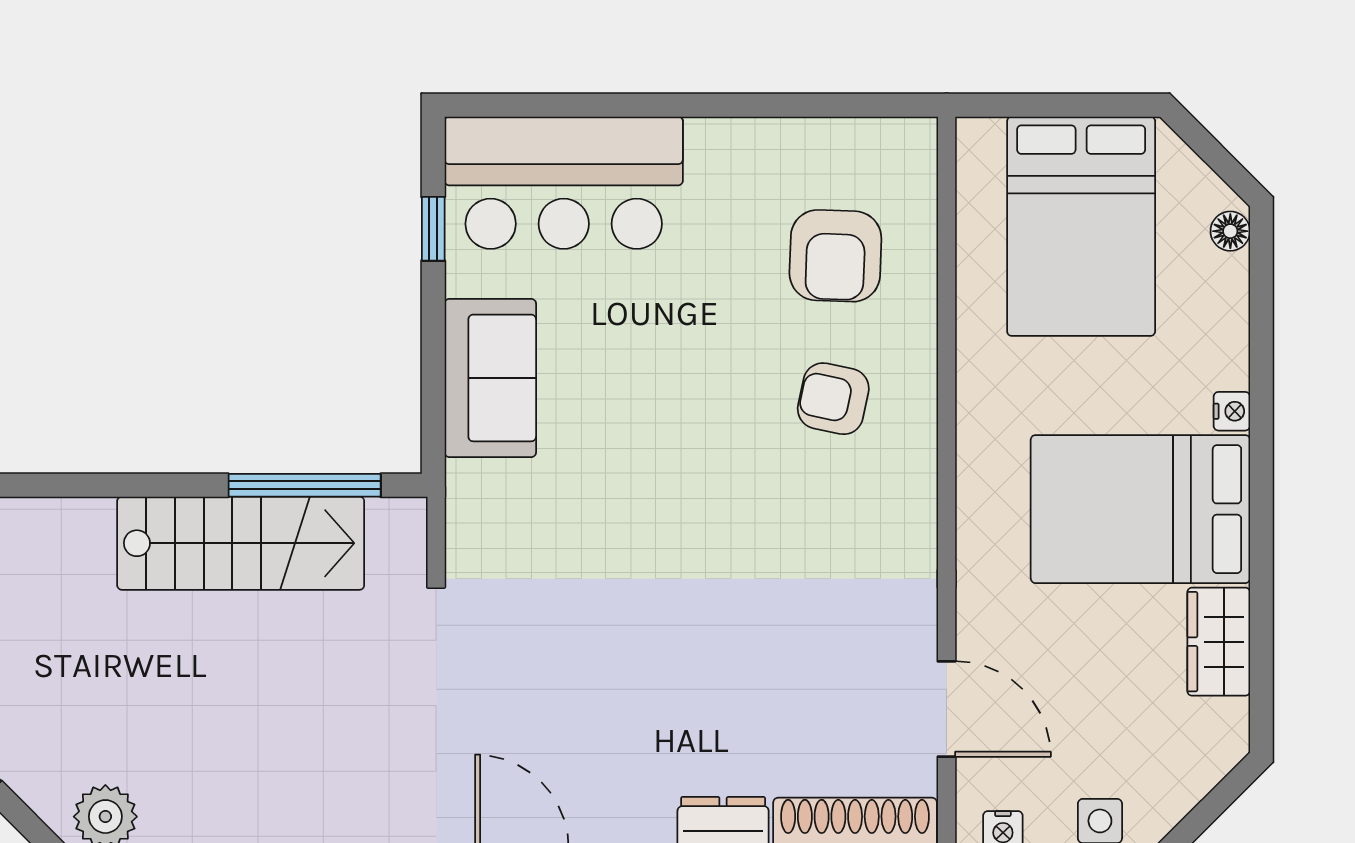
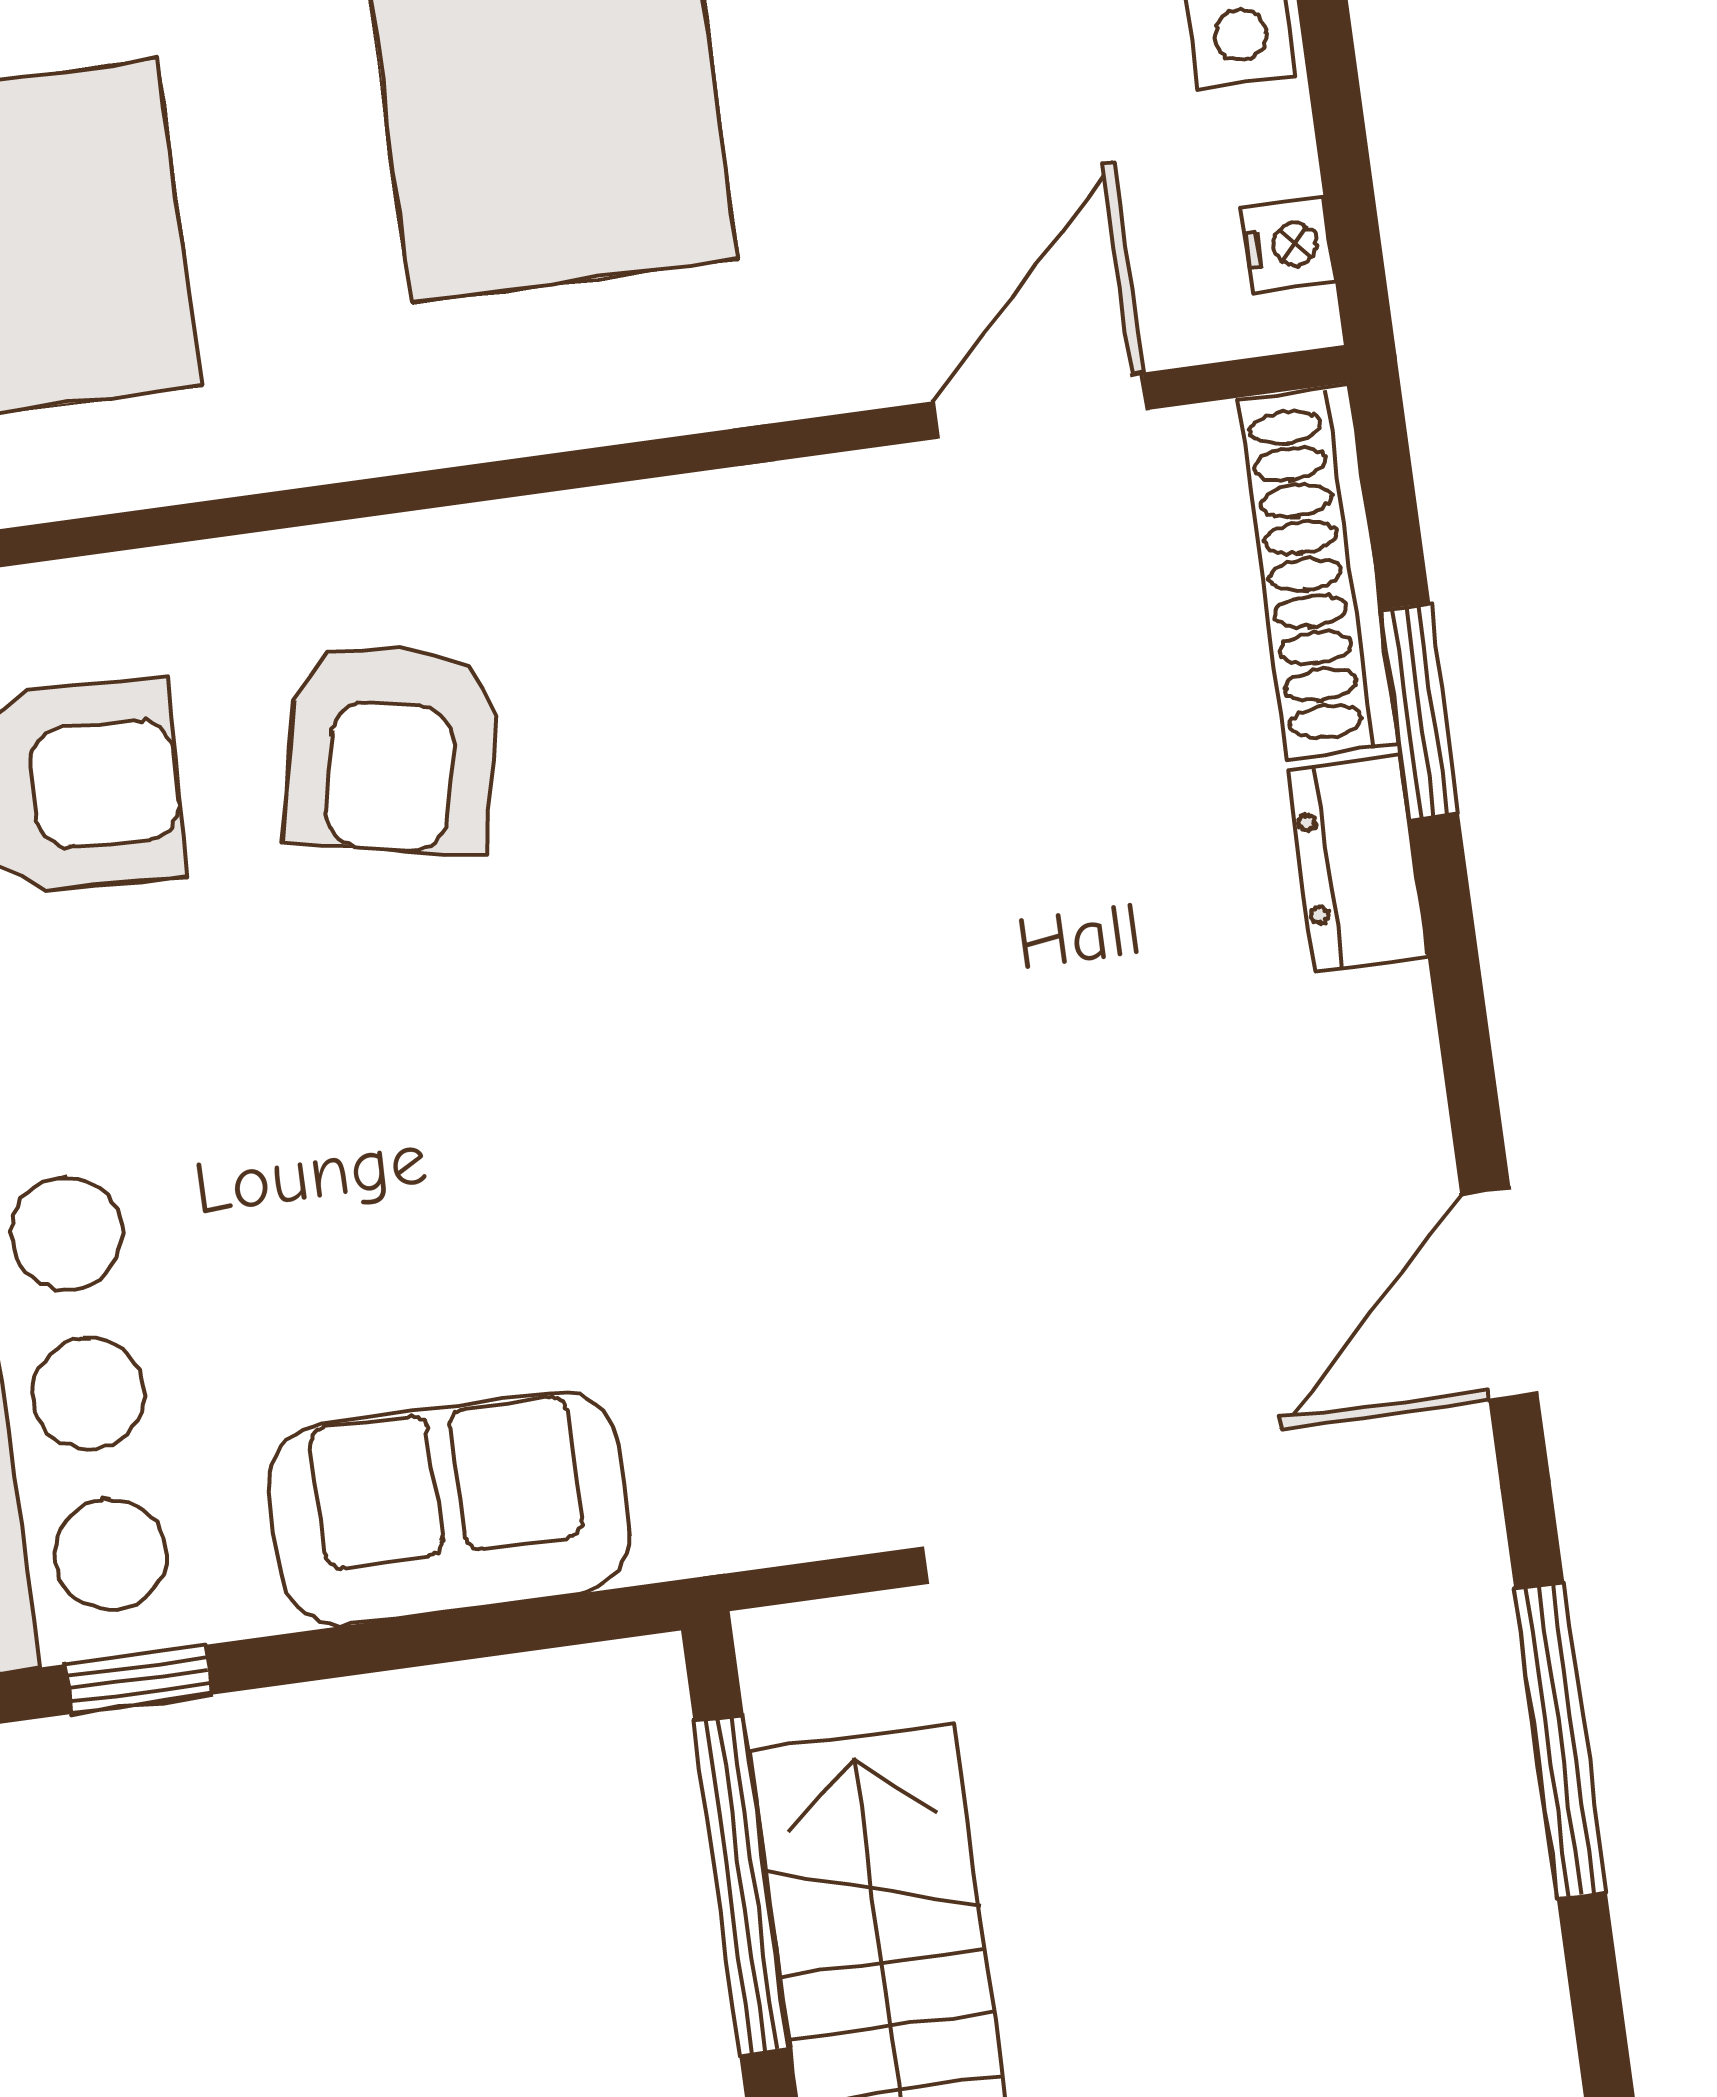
armchair: (833, 399) -> (392, 748), width x1.38, depth x1.38

